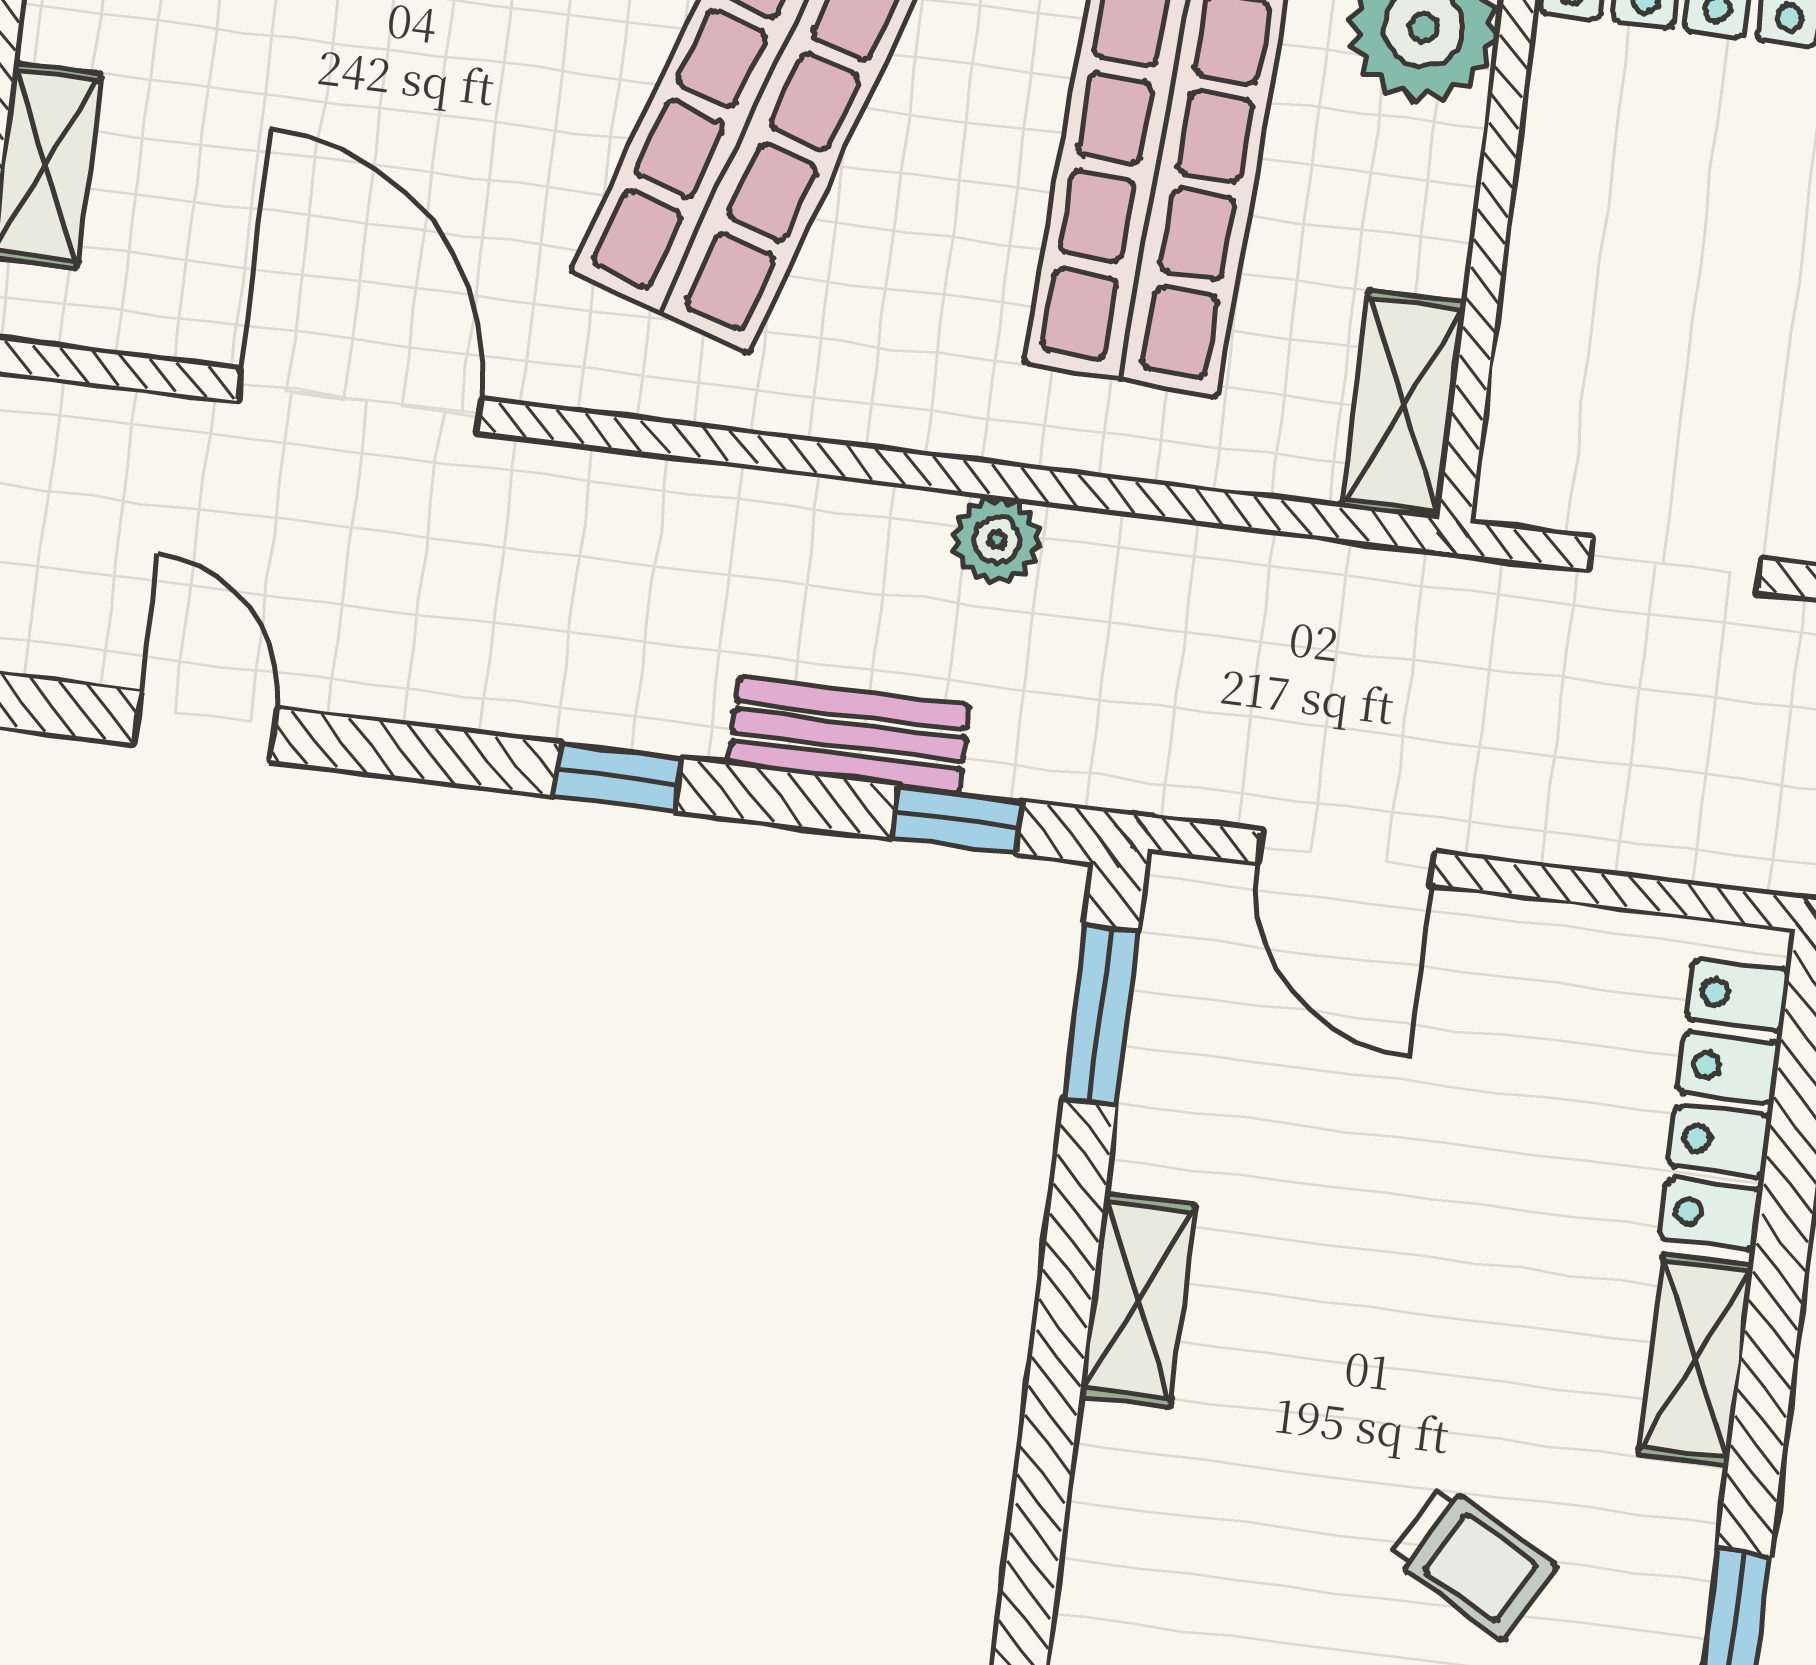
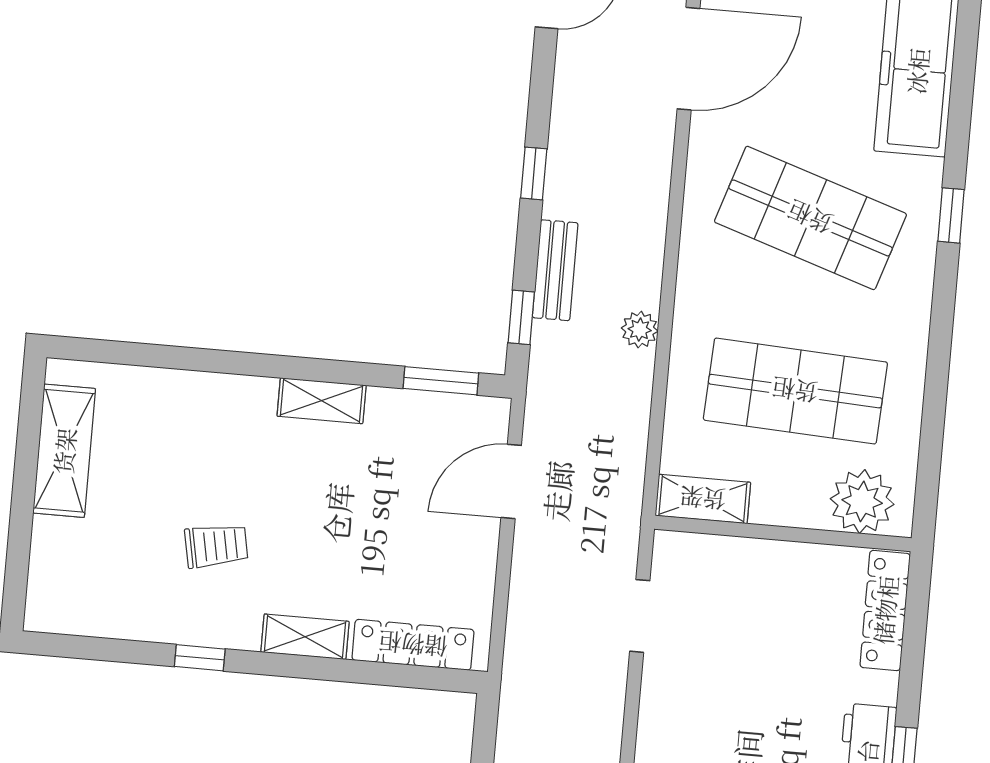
trolley: (1472, 1562) -> (216, 546), turned -130

